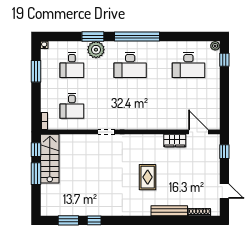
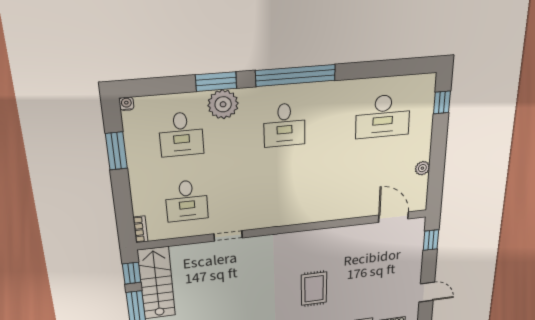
plant: (215, 46) -> (422, 168), moved
desk: (130, 65) -> (284, 125), width x0.73
doorway: (106, 132) -> (228, 236), moved
wardrobe: (175, 141) -> (357, 233), removed

